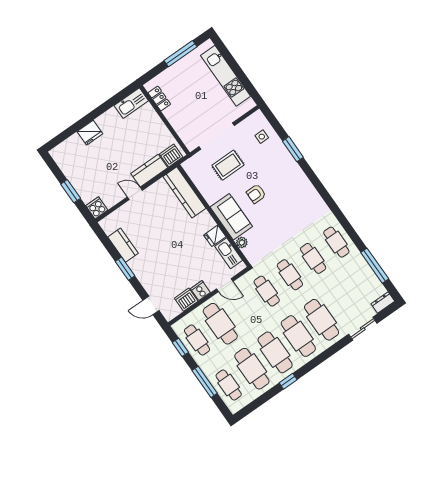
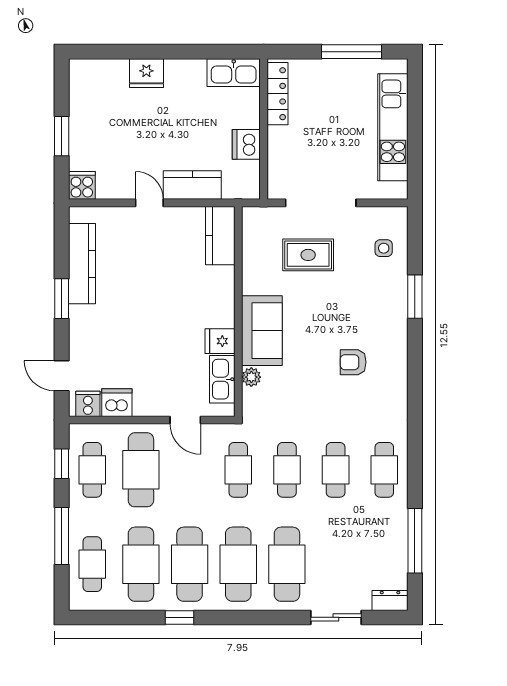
locker: (159, 99) -> (277, 94), width x1.53
dishwasher: (171, 156) -> (246, 144), moved, turned -90
kitchen counter: (184, 192) -> (220, 236), width x0.67
armchair: (256, 194) -> (353, 362), moved
kitchen counter: (123, 245) -> (82, 264), width x1.50
cooker: (200, 291) -> (88, 404), moved

